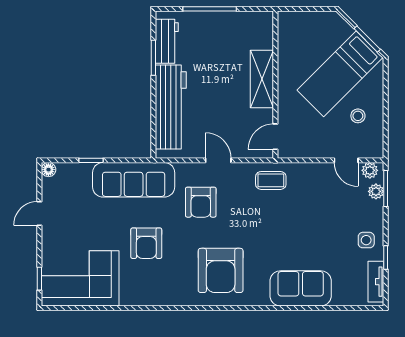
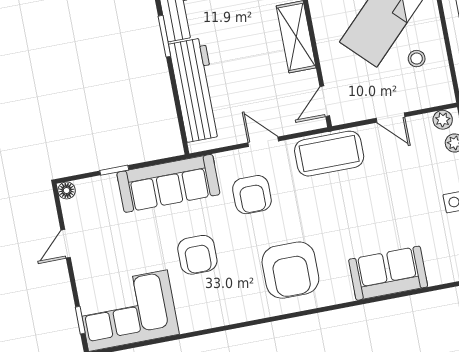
door: (346, 160) -> (390, 118), moved
coffee table: (271, 180) -> (329, 154), width x1.86, depth x1.72

